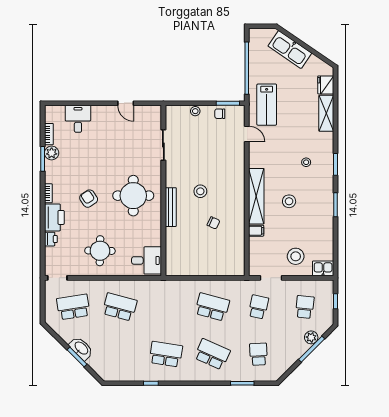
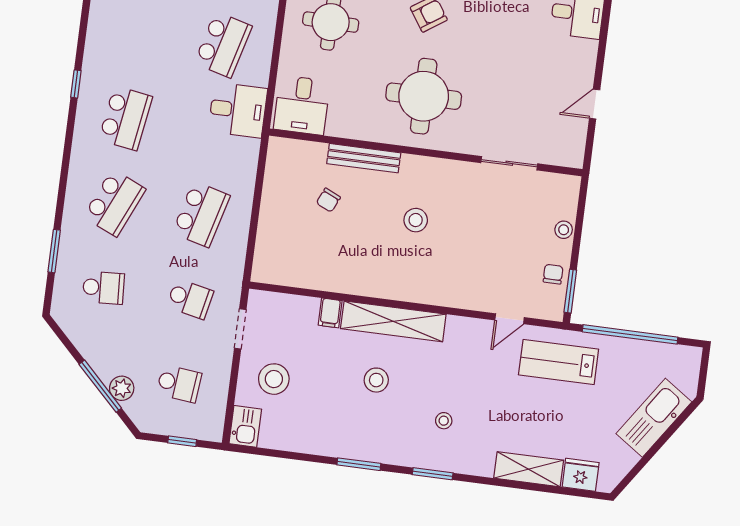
bench: (171, 207) -> (364, 158), moved
chair: (214, 223) -> (328, 200), moved
desk: (154, 294) -> (238, 110), added

